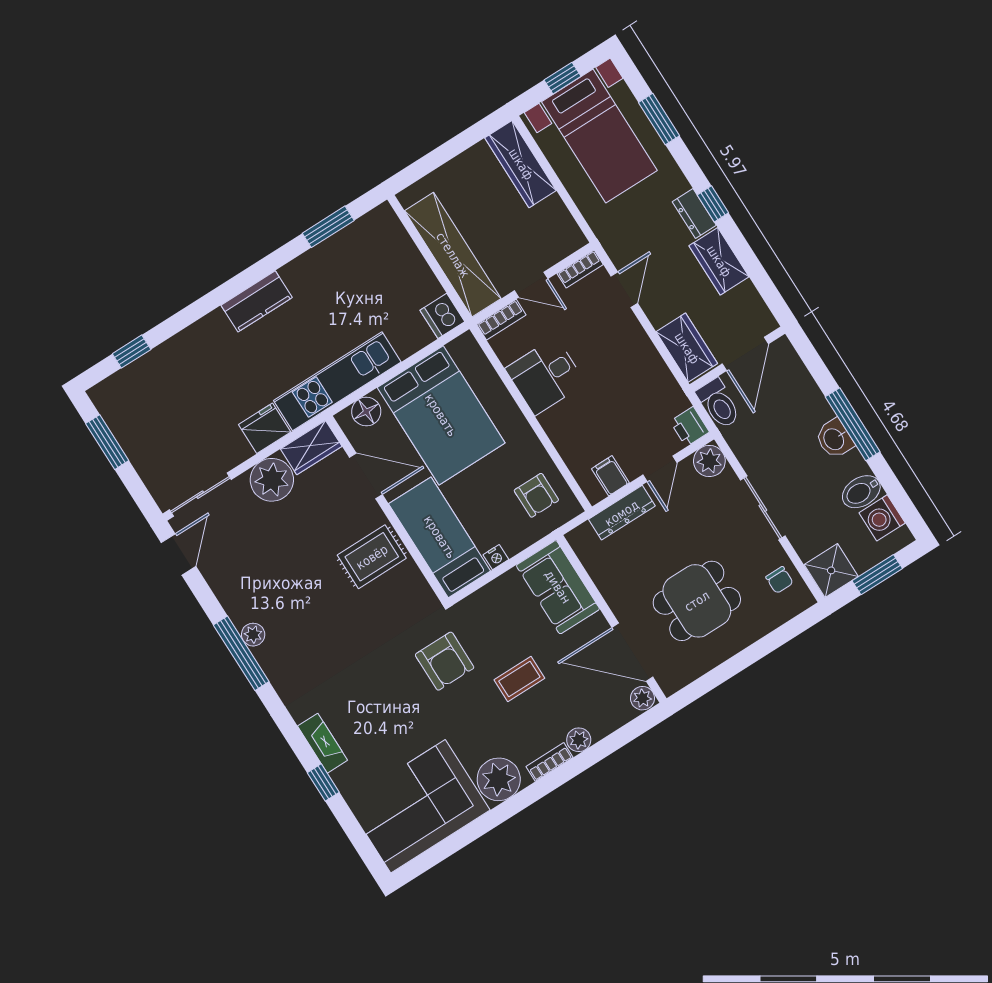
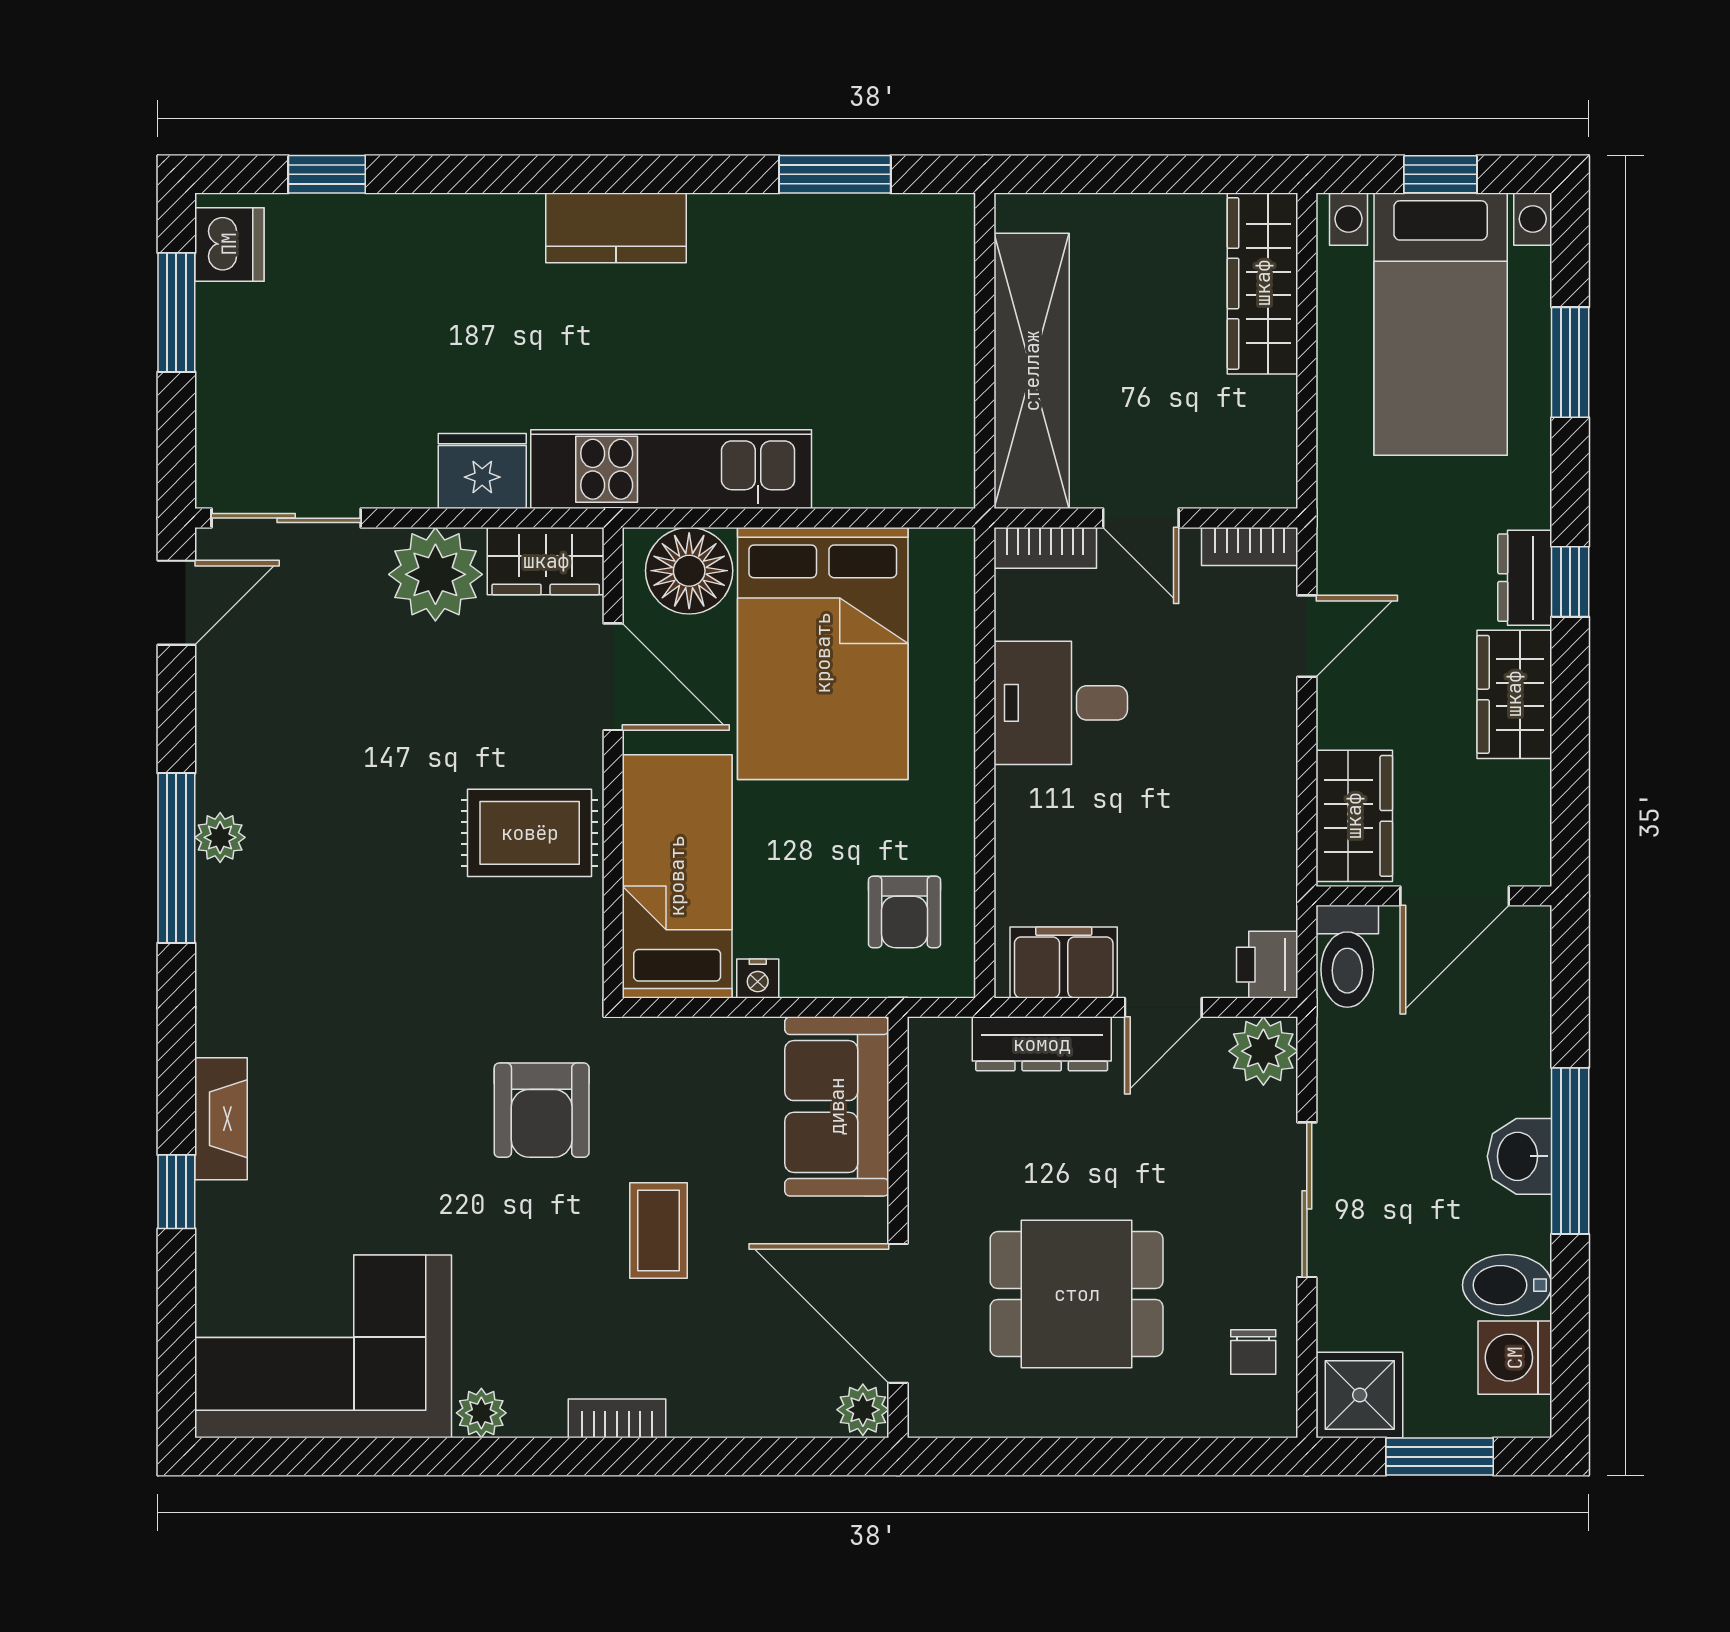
dishwasher: (442, 316) -> (229, 244), moved, turned 180
floor lamp: (366, 412) -> (689, 571), width x1.38, depth x1.38
filing cabinet: (610, 476) -> (1064, 962), width x2.00
coffee table: (519, 679) -> (659, 1230), turned 90
plant: (579, 740) -> (697, 1412), removed
plant: (499, 779) -> (481, 1413), width x0.53, depth x0.53

